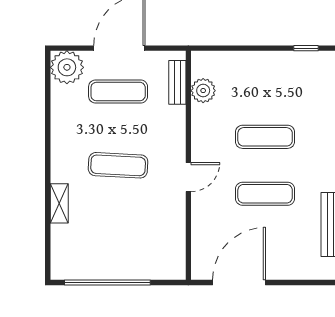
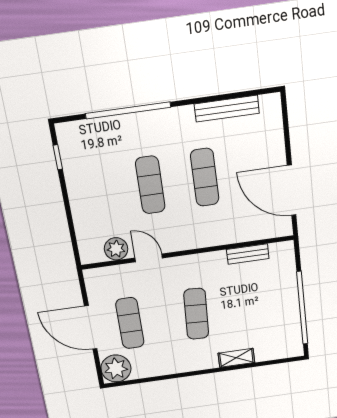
bench: (177, 82) -> (248, 254), moved
door: (188, 177) -> (149, 258), moved

